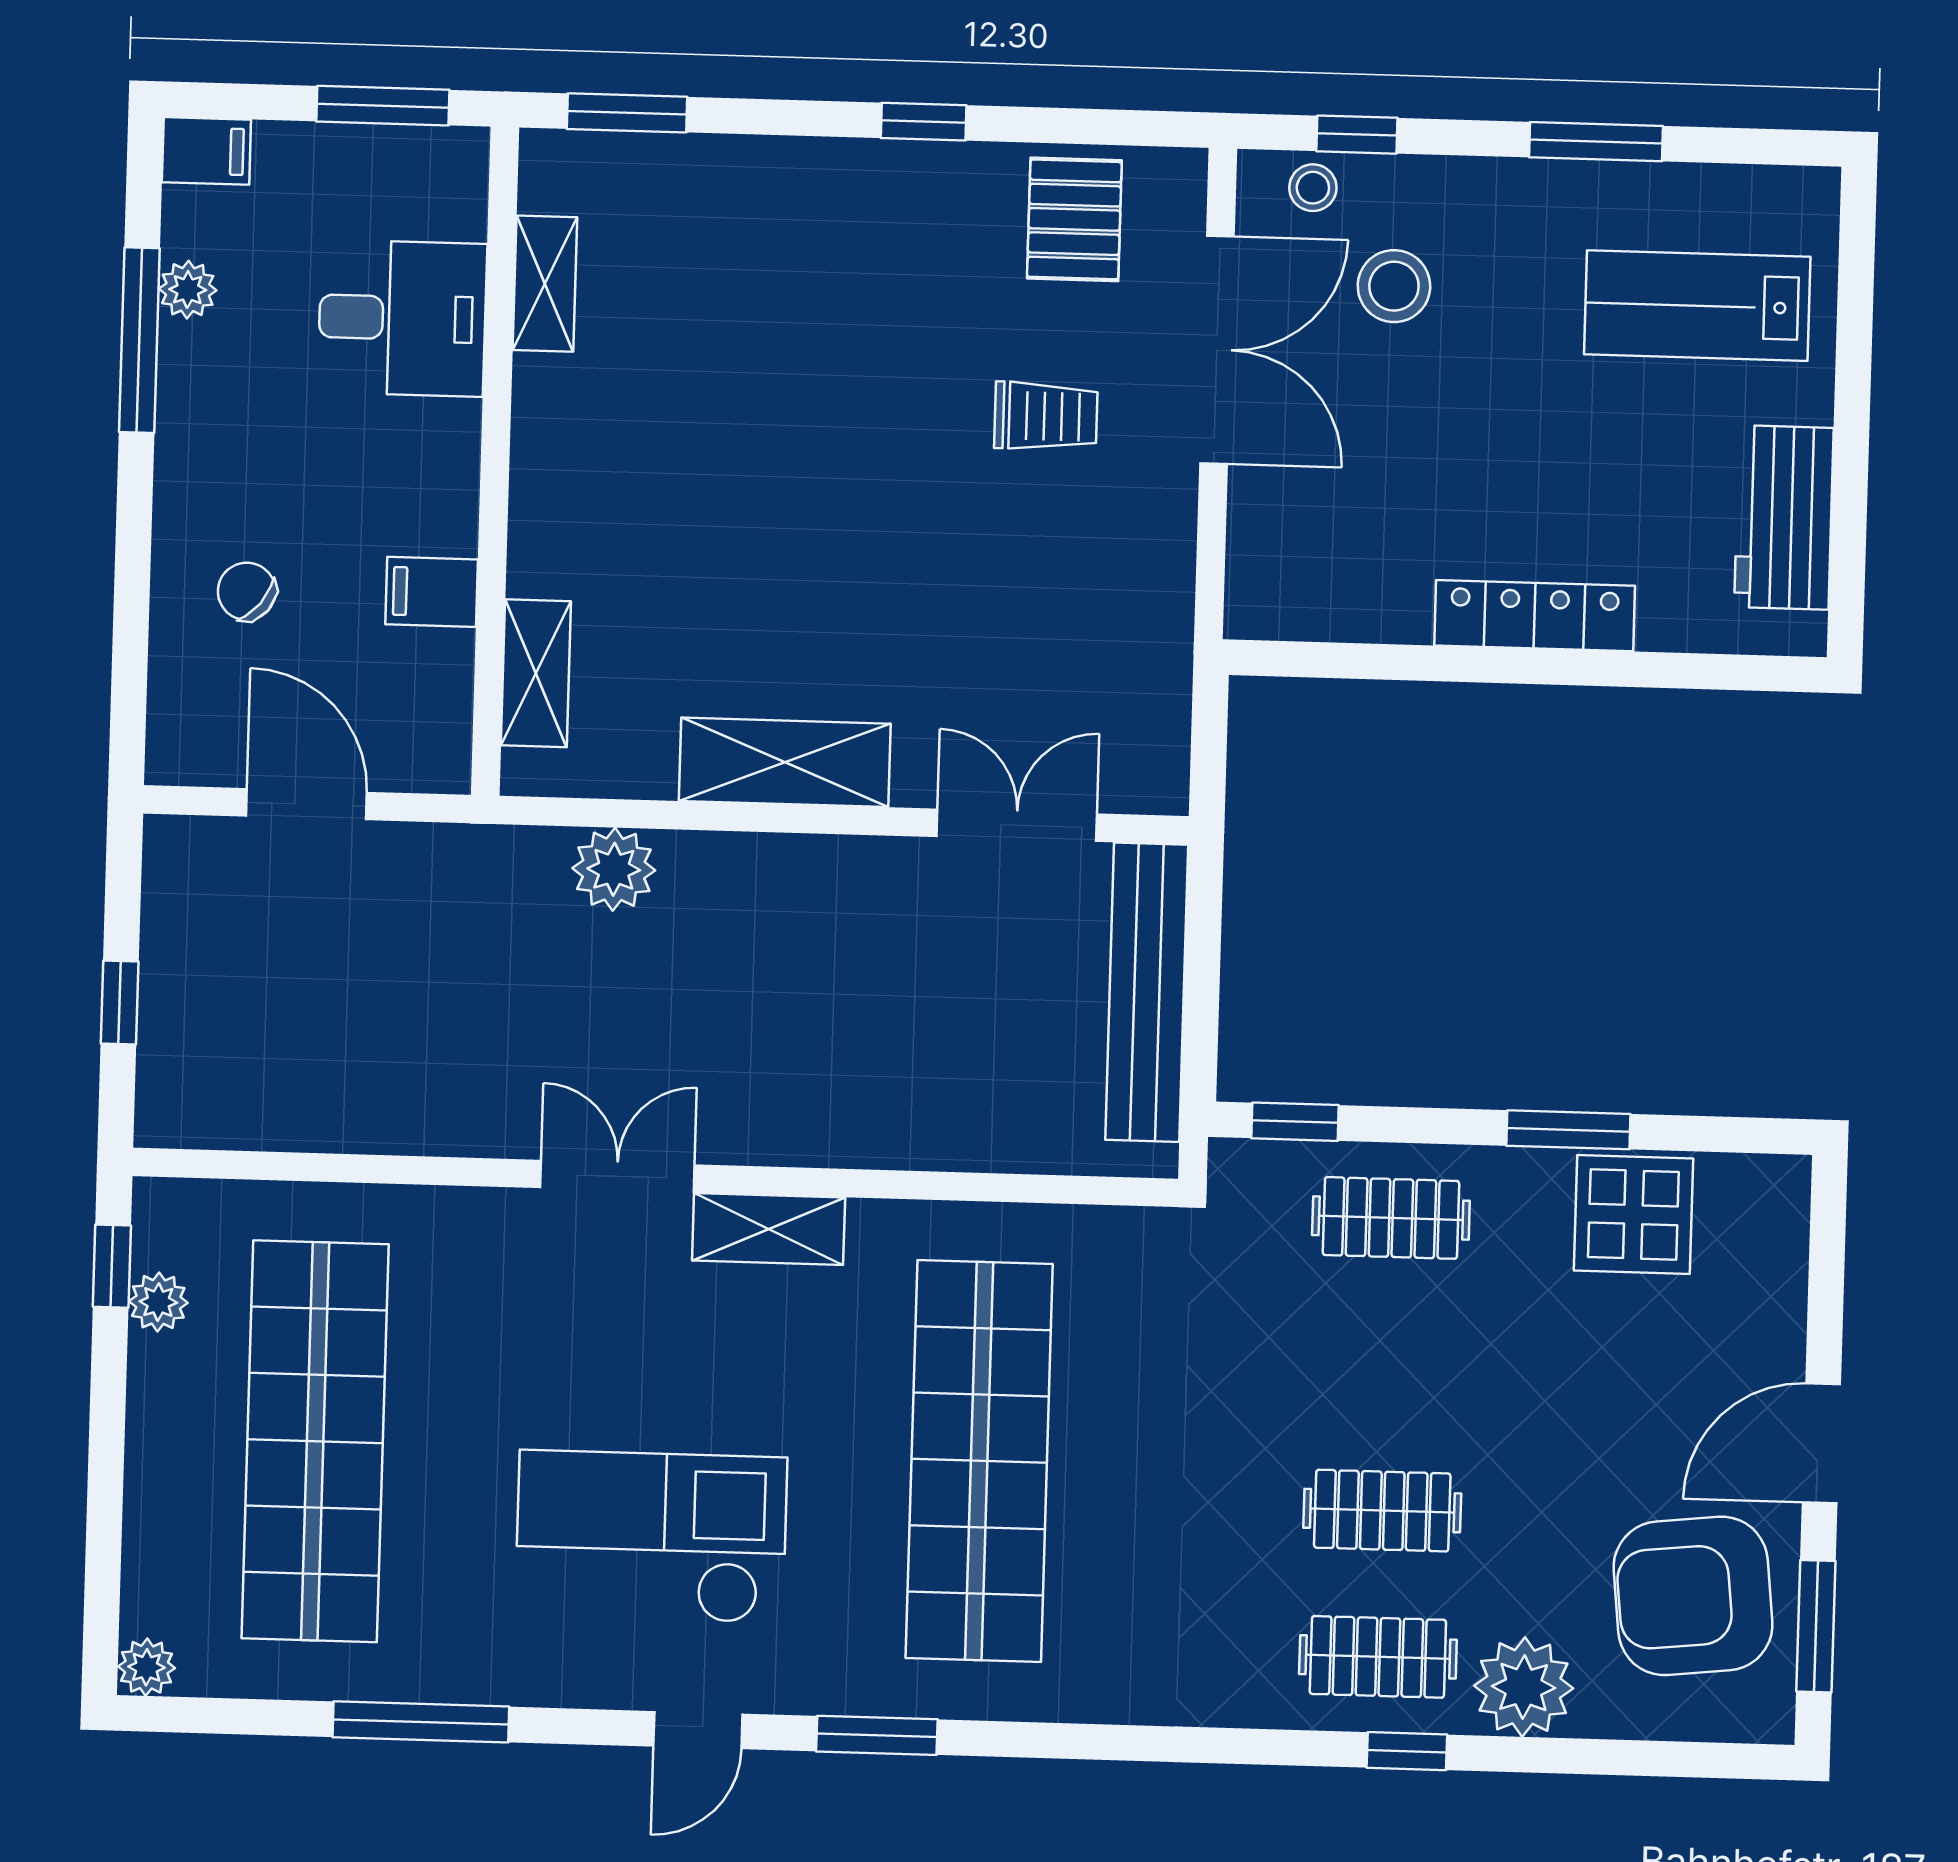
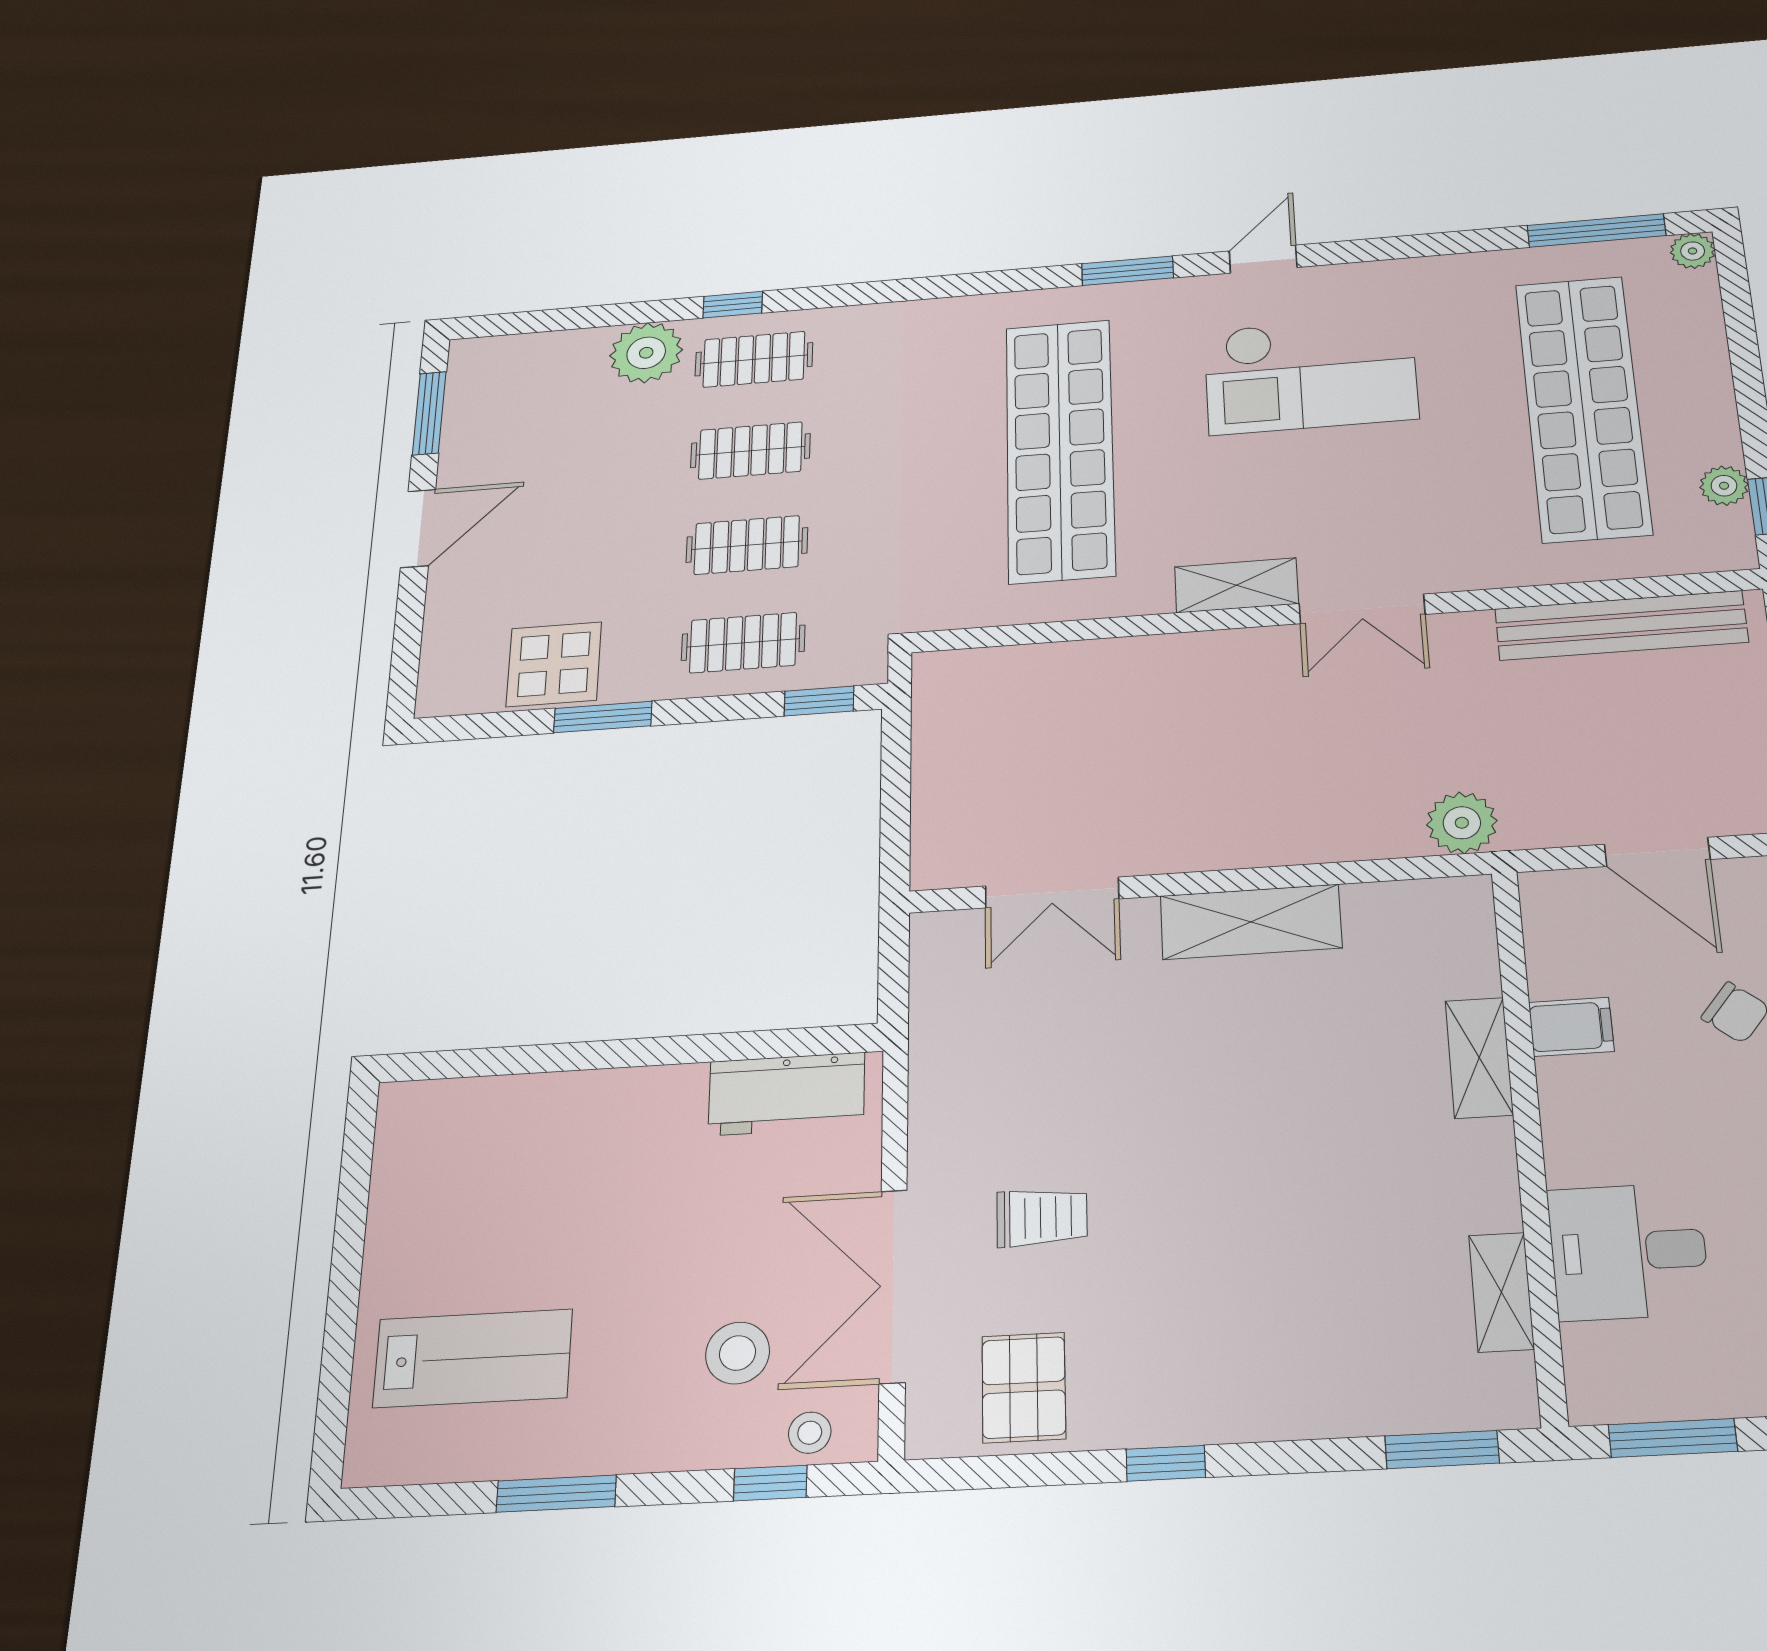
trolley: (1046, 416) -> (1042, 1217), turned 180
workbench: (1784, 517) -> (787, 1094), moved, turned 90
locker: (1535, 616) -> (620, 1093), removed
shelving: (536, 673) -> (1479, 1058), moved
plant: (614, 869) -> (1462, 823), moved
bench: (1147, 992) -> (1621, 625), moved, turned 90
clothes rail: (1387, 1364) -> (747, 545), added
armchair: (1693, 1596) -> (519, 422), removed
window: (421, 1722) -> (1596, 230), moved

